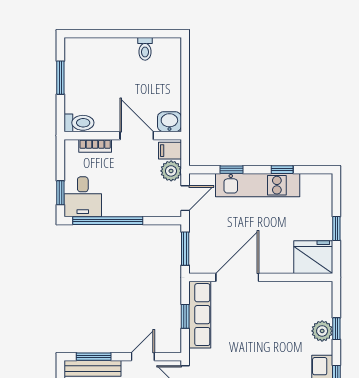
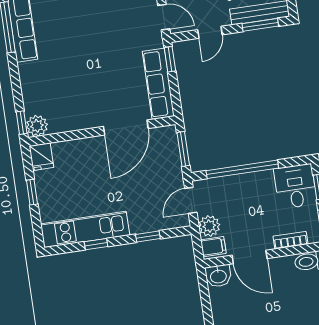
kitchen unit: (258, 185) -> (85, 229), moved
window: (108, 221) -> (242, 169), moved
fridge: (313, 257) -> (41, 157), width x0.53, depth x0.75
window: (185, 316) -> (170, 59), moved
window: (336, 329) -> (22, 123), moved
plant: (322, 331) -> (37, 126), moved

